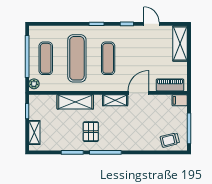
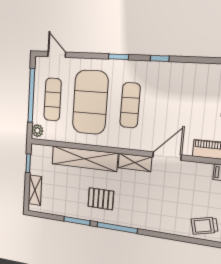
door: (151, 24) -> (57, 54), moved
exercise mat: (77, 58) -> (90, 102), width x1.47
shelving: (75, 102) -> (84, 159), width x1.47
pallet: (91, 132) -> (101, 199), turned 90

